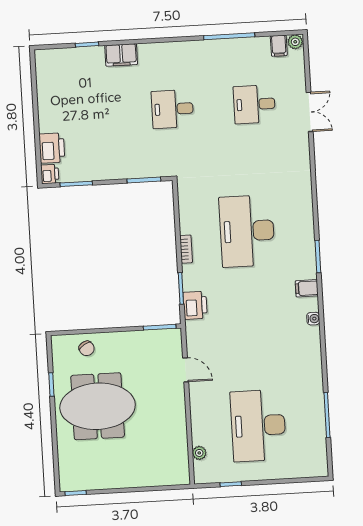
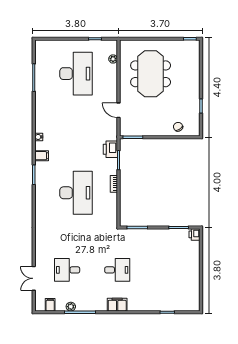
plant: (295, 42) -> (71, 307), moved
filing cabinet: (121, 55) -> (117, 305), moved
desk: (254, 104) -> (67, 270), turned 180
double door: (310, 112) -> (34, 278), moved
printer: (52, 148) -> (192, 250), removed
meeting table: (98, 406) -> (151, 74), moved, turned 90

